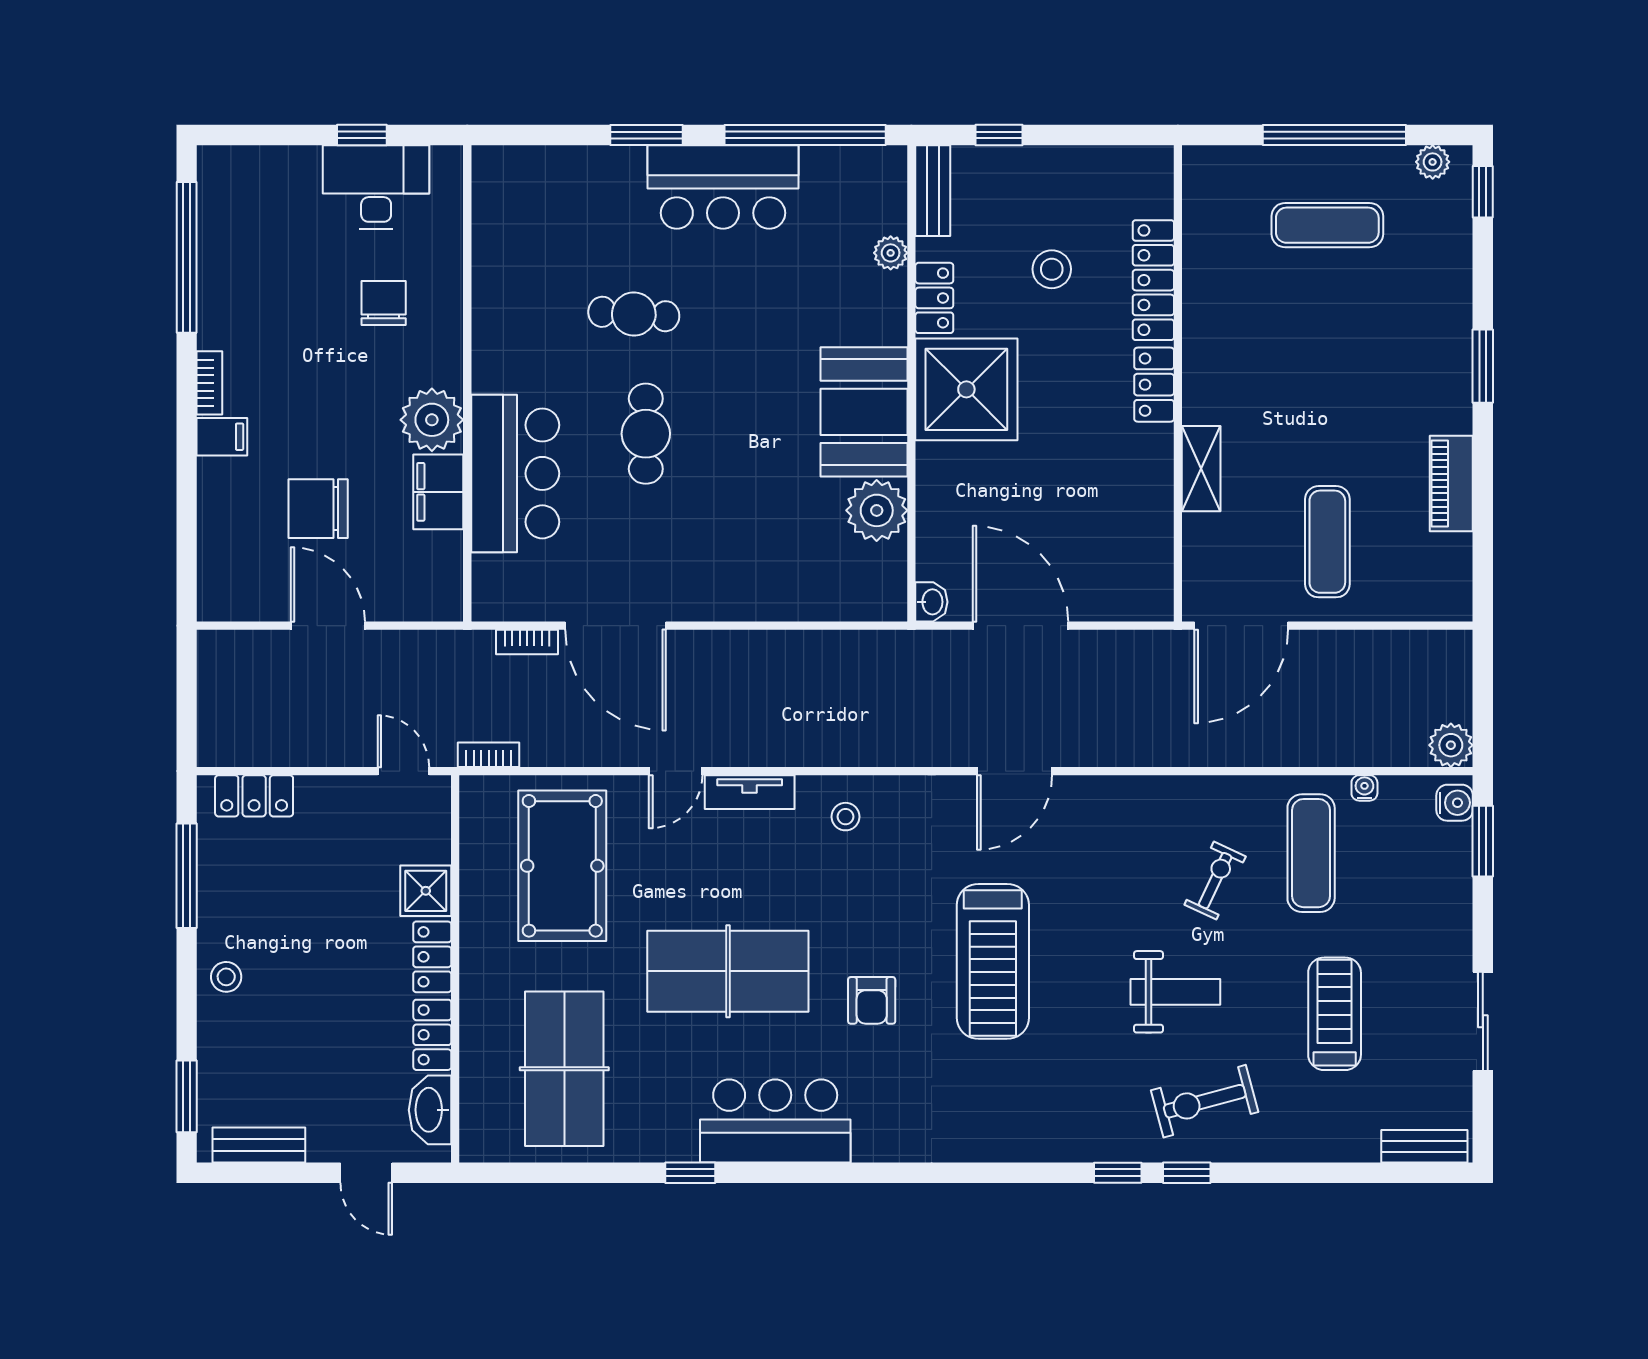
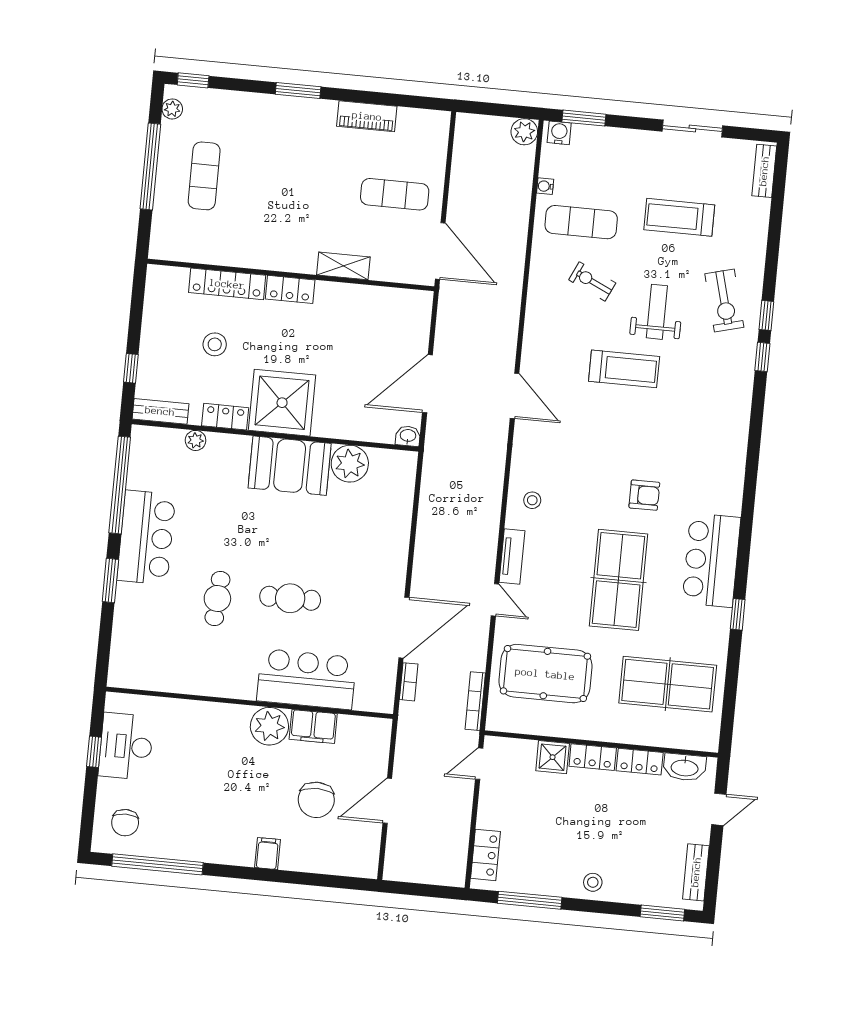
chair: (384, 303) -> (125, 823), moved, turned -90
bookcase: (209, 383) -> (234, 858), removed
bookcase: (489, 755) -> (475, 701), width x1.56
treadmill: (993, 961) -> (624, 369), moved, width x0.73, depth x0.73

